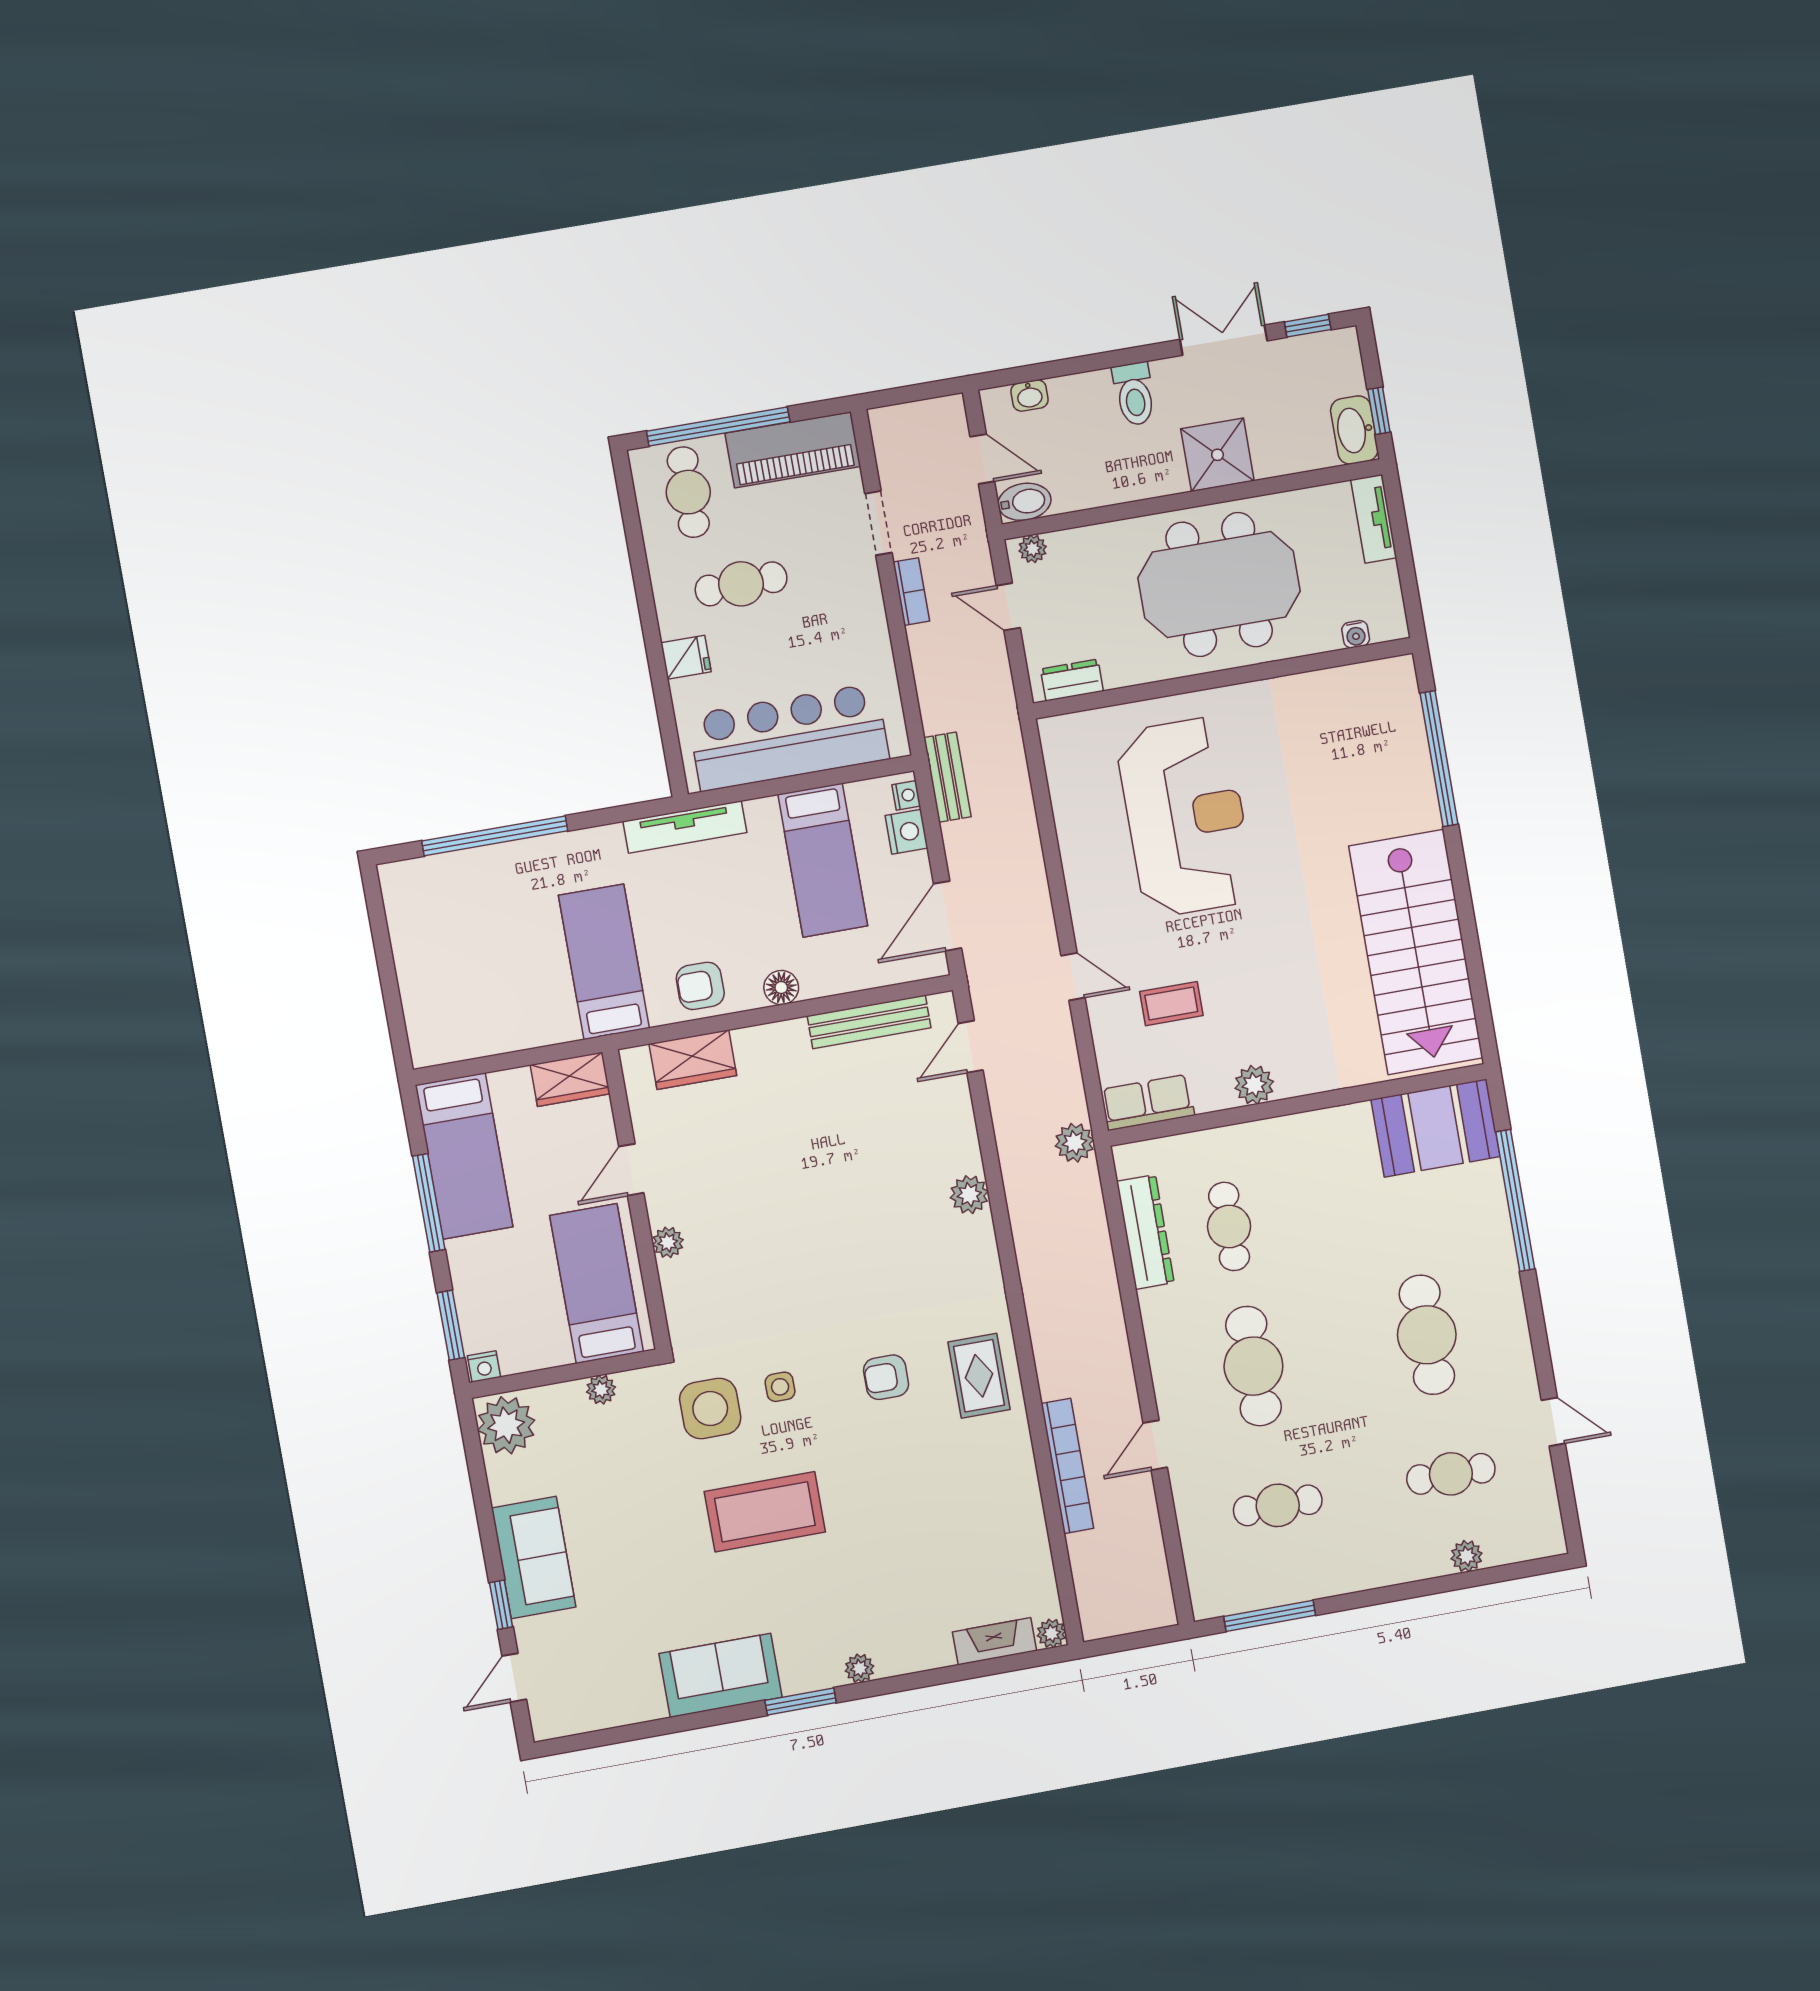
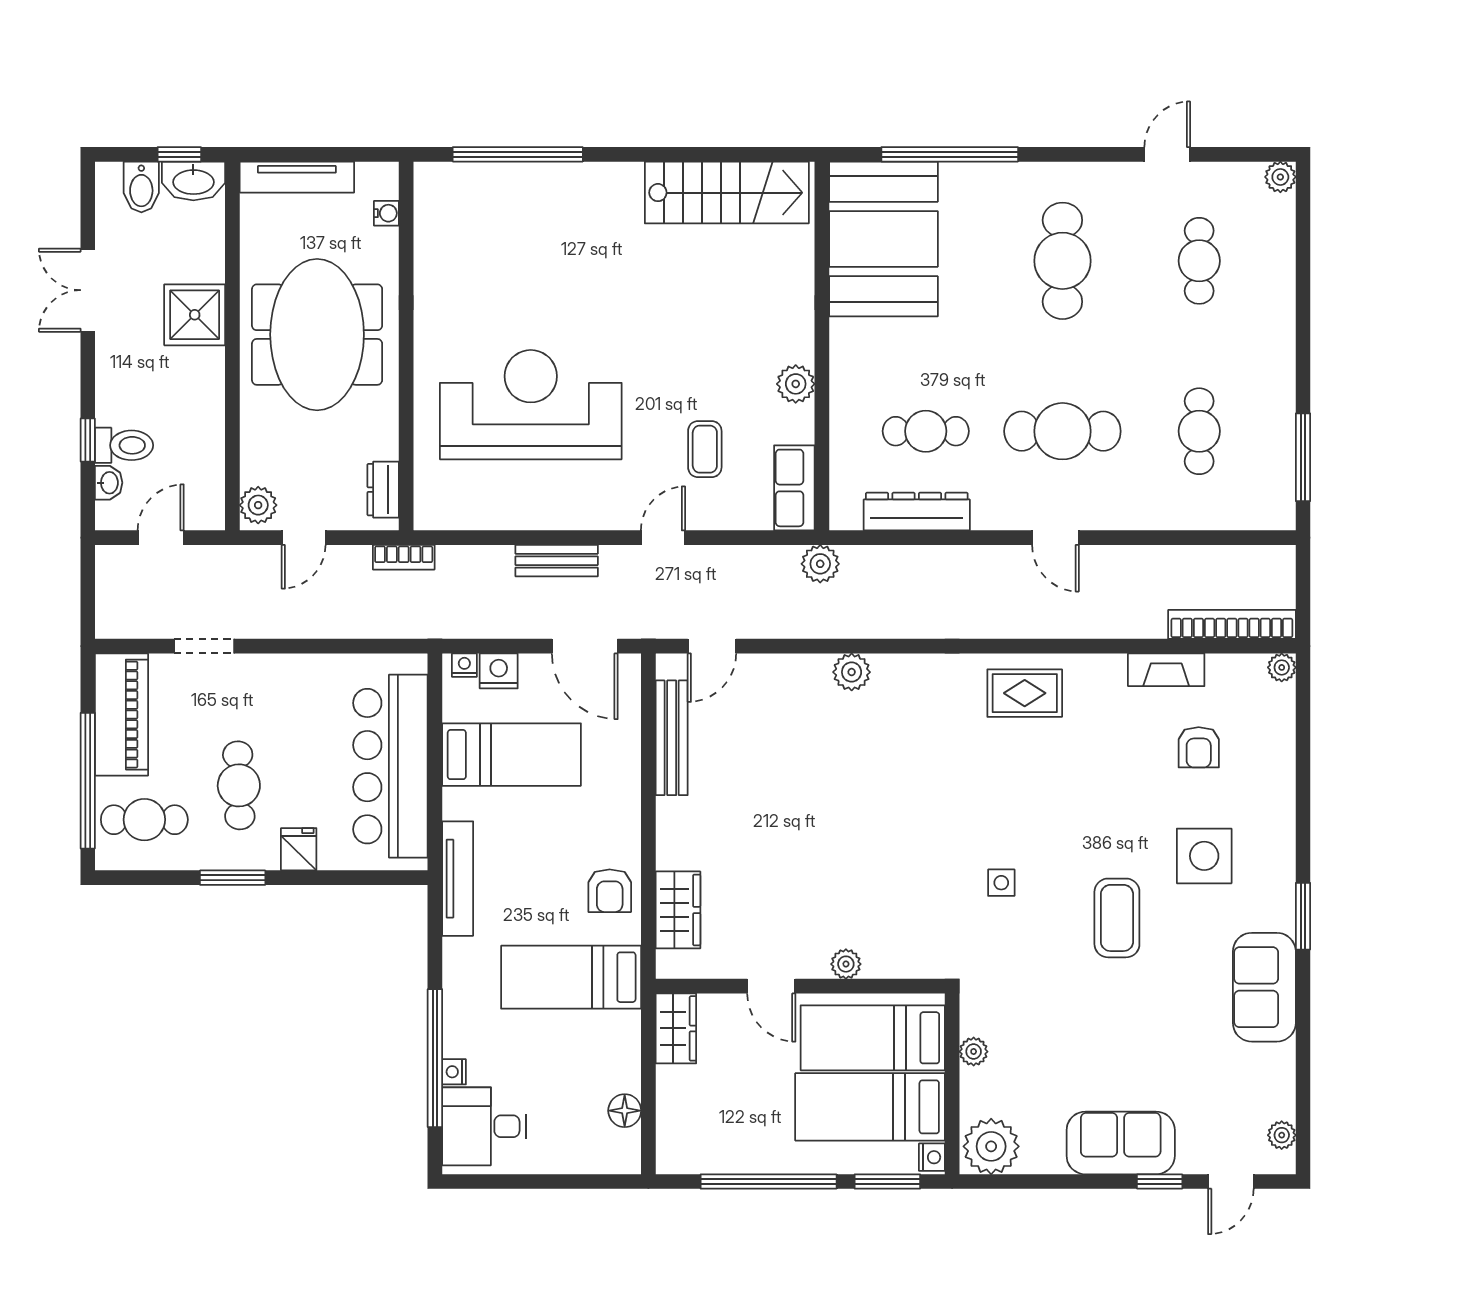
window: (1308, 326) -> (88, 440), moved
toilet: (1134, 394) -> (124, 445), moved
bidet: (1024, 502) -> (141, 187), moved, turned 180
tv unit: (1374, 519) -> (297, 177), width x1.41
plant: (1033, 549) -> (258, 505), width x1.38, depth x1.38
bookcase: (911, 592) -> (404, 557), moved, turned 180
window: (644, 594) -> (233, 878), added
bench: (947, 777) -> (557, 561), moved
nightstand: (484, 858) -> (454, 1072), added
desk: (433, 899) -> (484, 1126), added
stairs: (1416, 952) -> (727, 193), width x0.73, depth x0.66
floor lamp: (781, 988) -> (625, 1111), moved
door: (971, 1047) -> (712, 646), hinge flipped
booth: (1435, 1128) -> (884, 239), width x1.36, depth x1.42
bed: (464, 1156) -> (870, 1107), moved, turned 180
window: (429, 1203) -> (769, 1181), width x1.46
cafe table: (1427, 1335) -> (1062, 261), turned 90
armchair: (886, 1377) -> (1199, 747), moved
side table: (710, 1408) -> (1204, 856), moved
door: (1155, 1445) -> (1055, 538), moved
bookcase: (1067, 1466) -> (1232, 624), moved
coffee table: (765, 1512) -> (1117, 918), width x0.73, depth x0.76
plant: (1467, 1556) -> (1280, 177), moved
fireplace: (995, 1641) -> (1166, 670), moved, turned -90
plant: (860, 1668) -> (1282, 1135), moved
door: (514, 1678) -> (1231, 1181), hinge flipped

